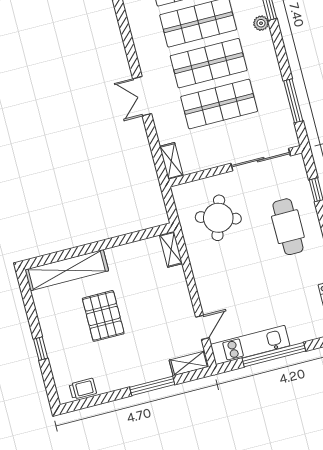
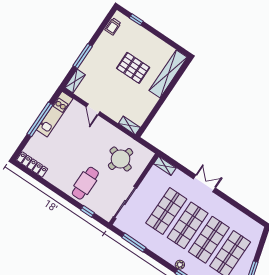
cafe table: (288, 227) -> (85, 183), turned 90
door: (202, 327) -> (93, 109), moved
window: (41, 349) -> (136, 20), moved

